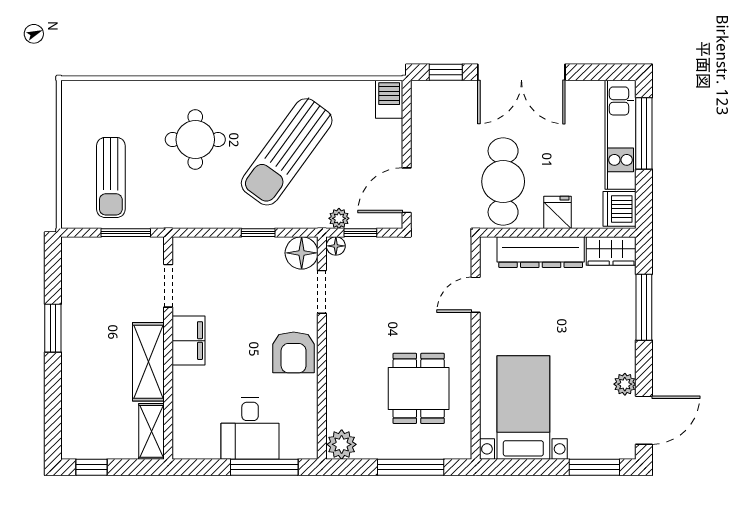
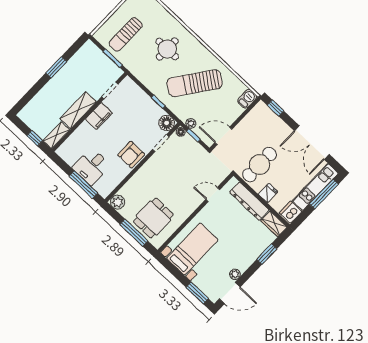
double door: (521, 72) -> (312, 142), moved
window: (644, 307) -> (267, 254), width x0.69
dining table: (419, 388) -> (153, 218), moved
window: (92, 467) -> (35, 138), moved

